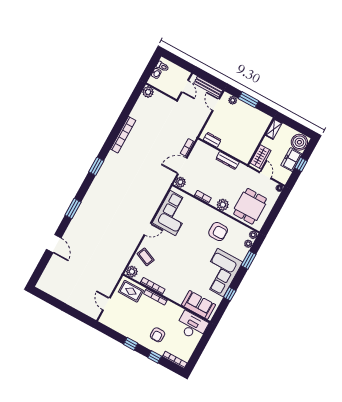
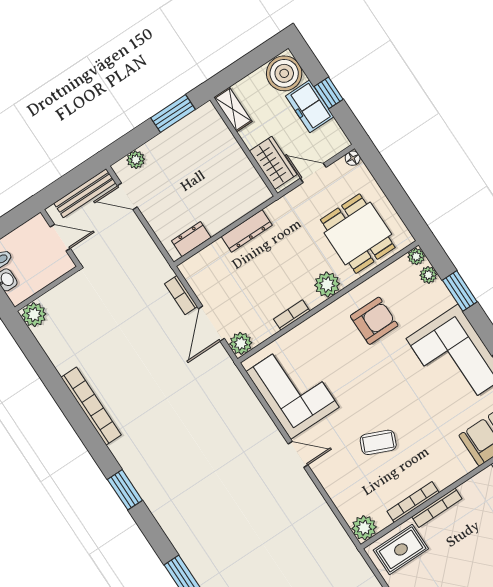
window: (249, 100) -> (173, 114), moved
door: (148, 229) -> (298, 454), hinge flipped
coffee table: (146, 257) -> (378, 442), moved

